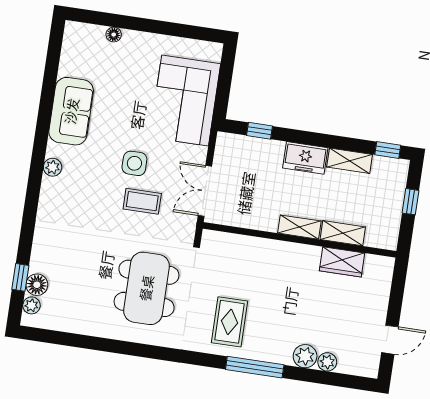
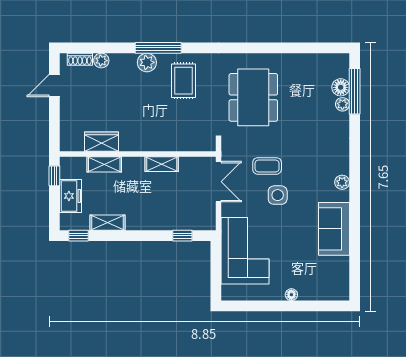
floor lamp: (114, 35) -> (291, 295), moved
freezer: (305, 158) -> (70, 196), moved, turned 90
window: (411, 202) -> (54, 176), moved
shelving: (299, 227) -> (162, 164), moved
window: (20, 277) -> (355, 91), width x2.17
plant: (31, 305) -> (342, 104), moved
plant: (305, 356) -> (147, 62), moved
shoe rack: (353, 368) -> (80, 59), added

